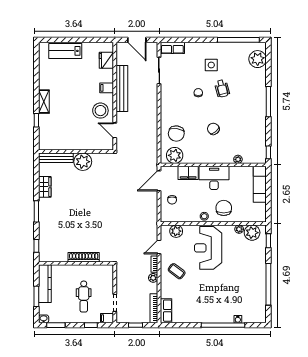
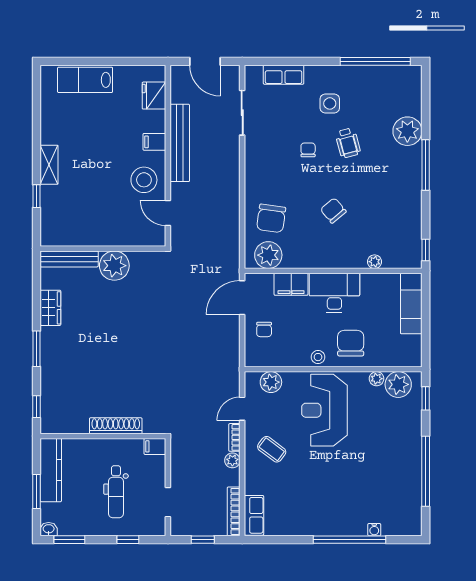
row of seats: (172, 48) -> (284, 75), moved
plant: (258, 59) -> (407, 131), moved
filing cabinet: (107, 318) -> (155, 446), moved

